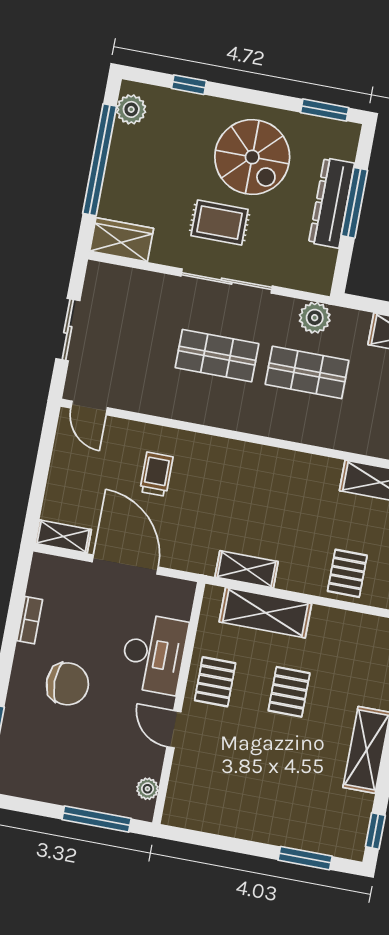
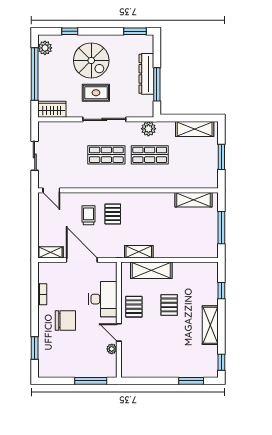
spiral stairs: (252, 157) -> (91, 60), moved
window: (354, 203) -> (157, 84), moved
pallet: (347, 573) -> (113, 214), moved
plant: (147, 789) -> (112, 349), moved

